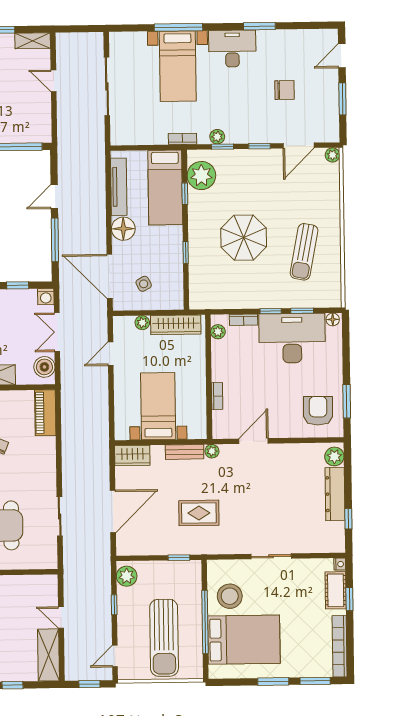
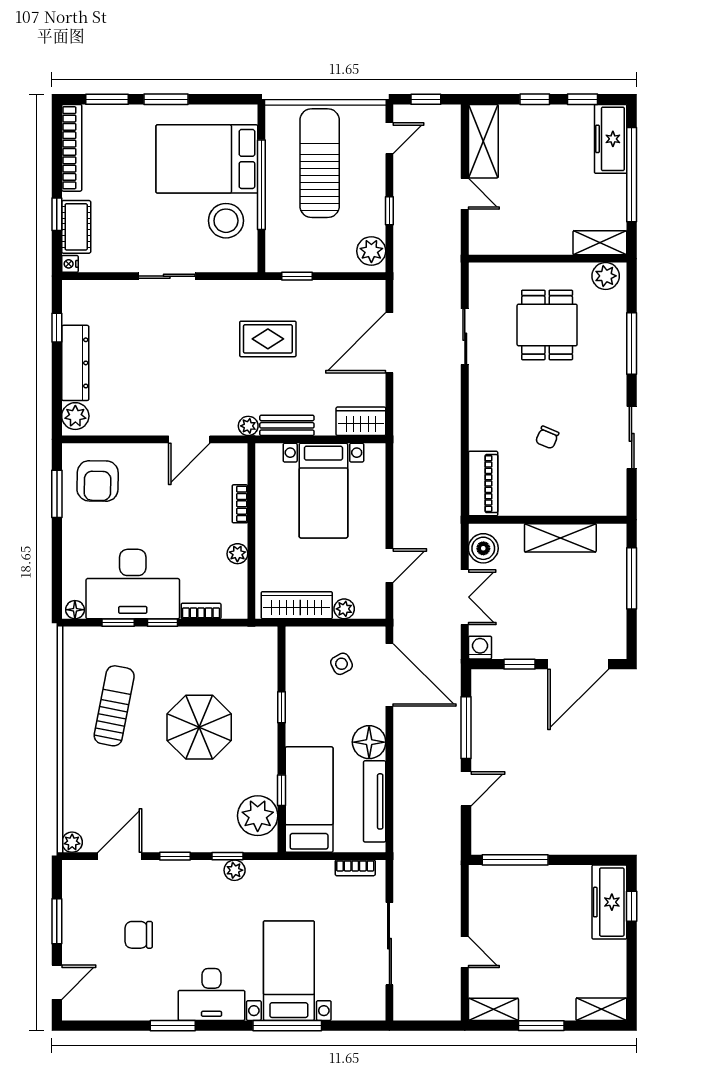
bookcase: (183, 139) -> (355, 868), moved
plant: (218, 332) -> (237, 554), moved

